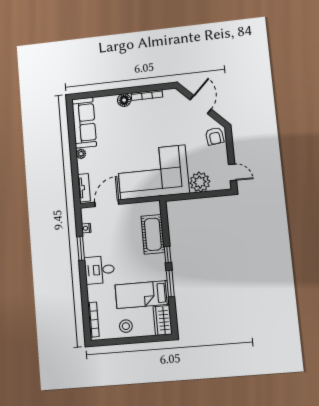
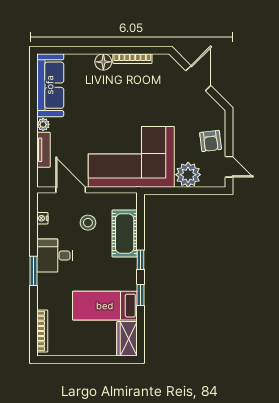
armchair: (215, 136) -> (211, 141), moved
tv unit: (84, 188) -> (44, 150), moved
door: (107, 203) -> (71, 190), hinge flipped
window: (81, 248) -> (33, 271), moved
desk: (100, 270) -> (55, 256), moved
window: (170, 283) -> (140, 295), width x0.67
stool: (126, 326) -> (88, 223), moved

